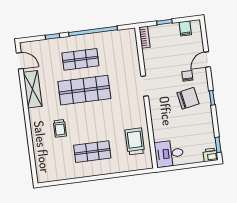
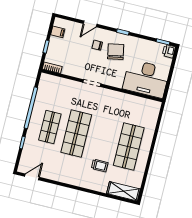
door: (207, 60) -> (90, 24), hinge flipped
shelving: (33, 89) -> (123, 191), moved
trolley: (135, 141) -> (134, 109), removed
shop shelf: (92, 152) -> (129, 147), width x1.43, depth x1.36
desk: (169, 154) -> (146, 79), width x1.87, depth x1.30

